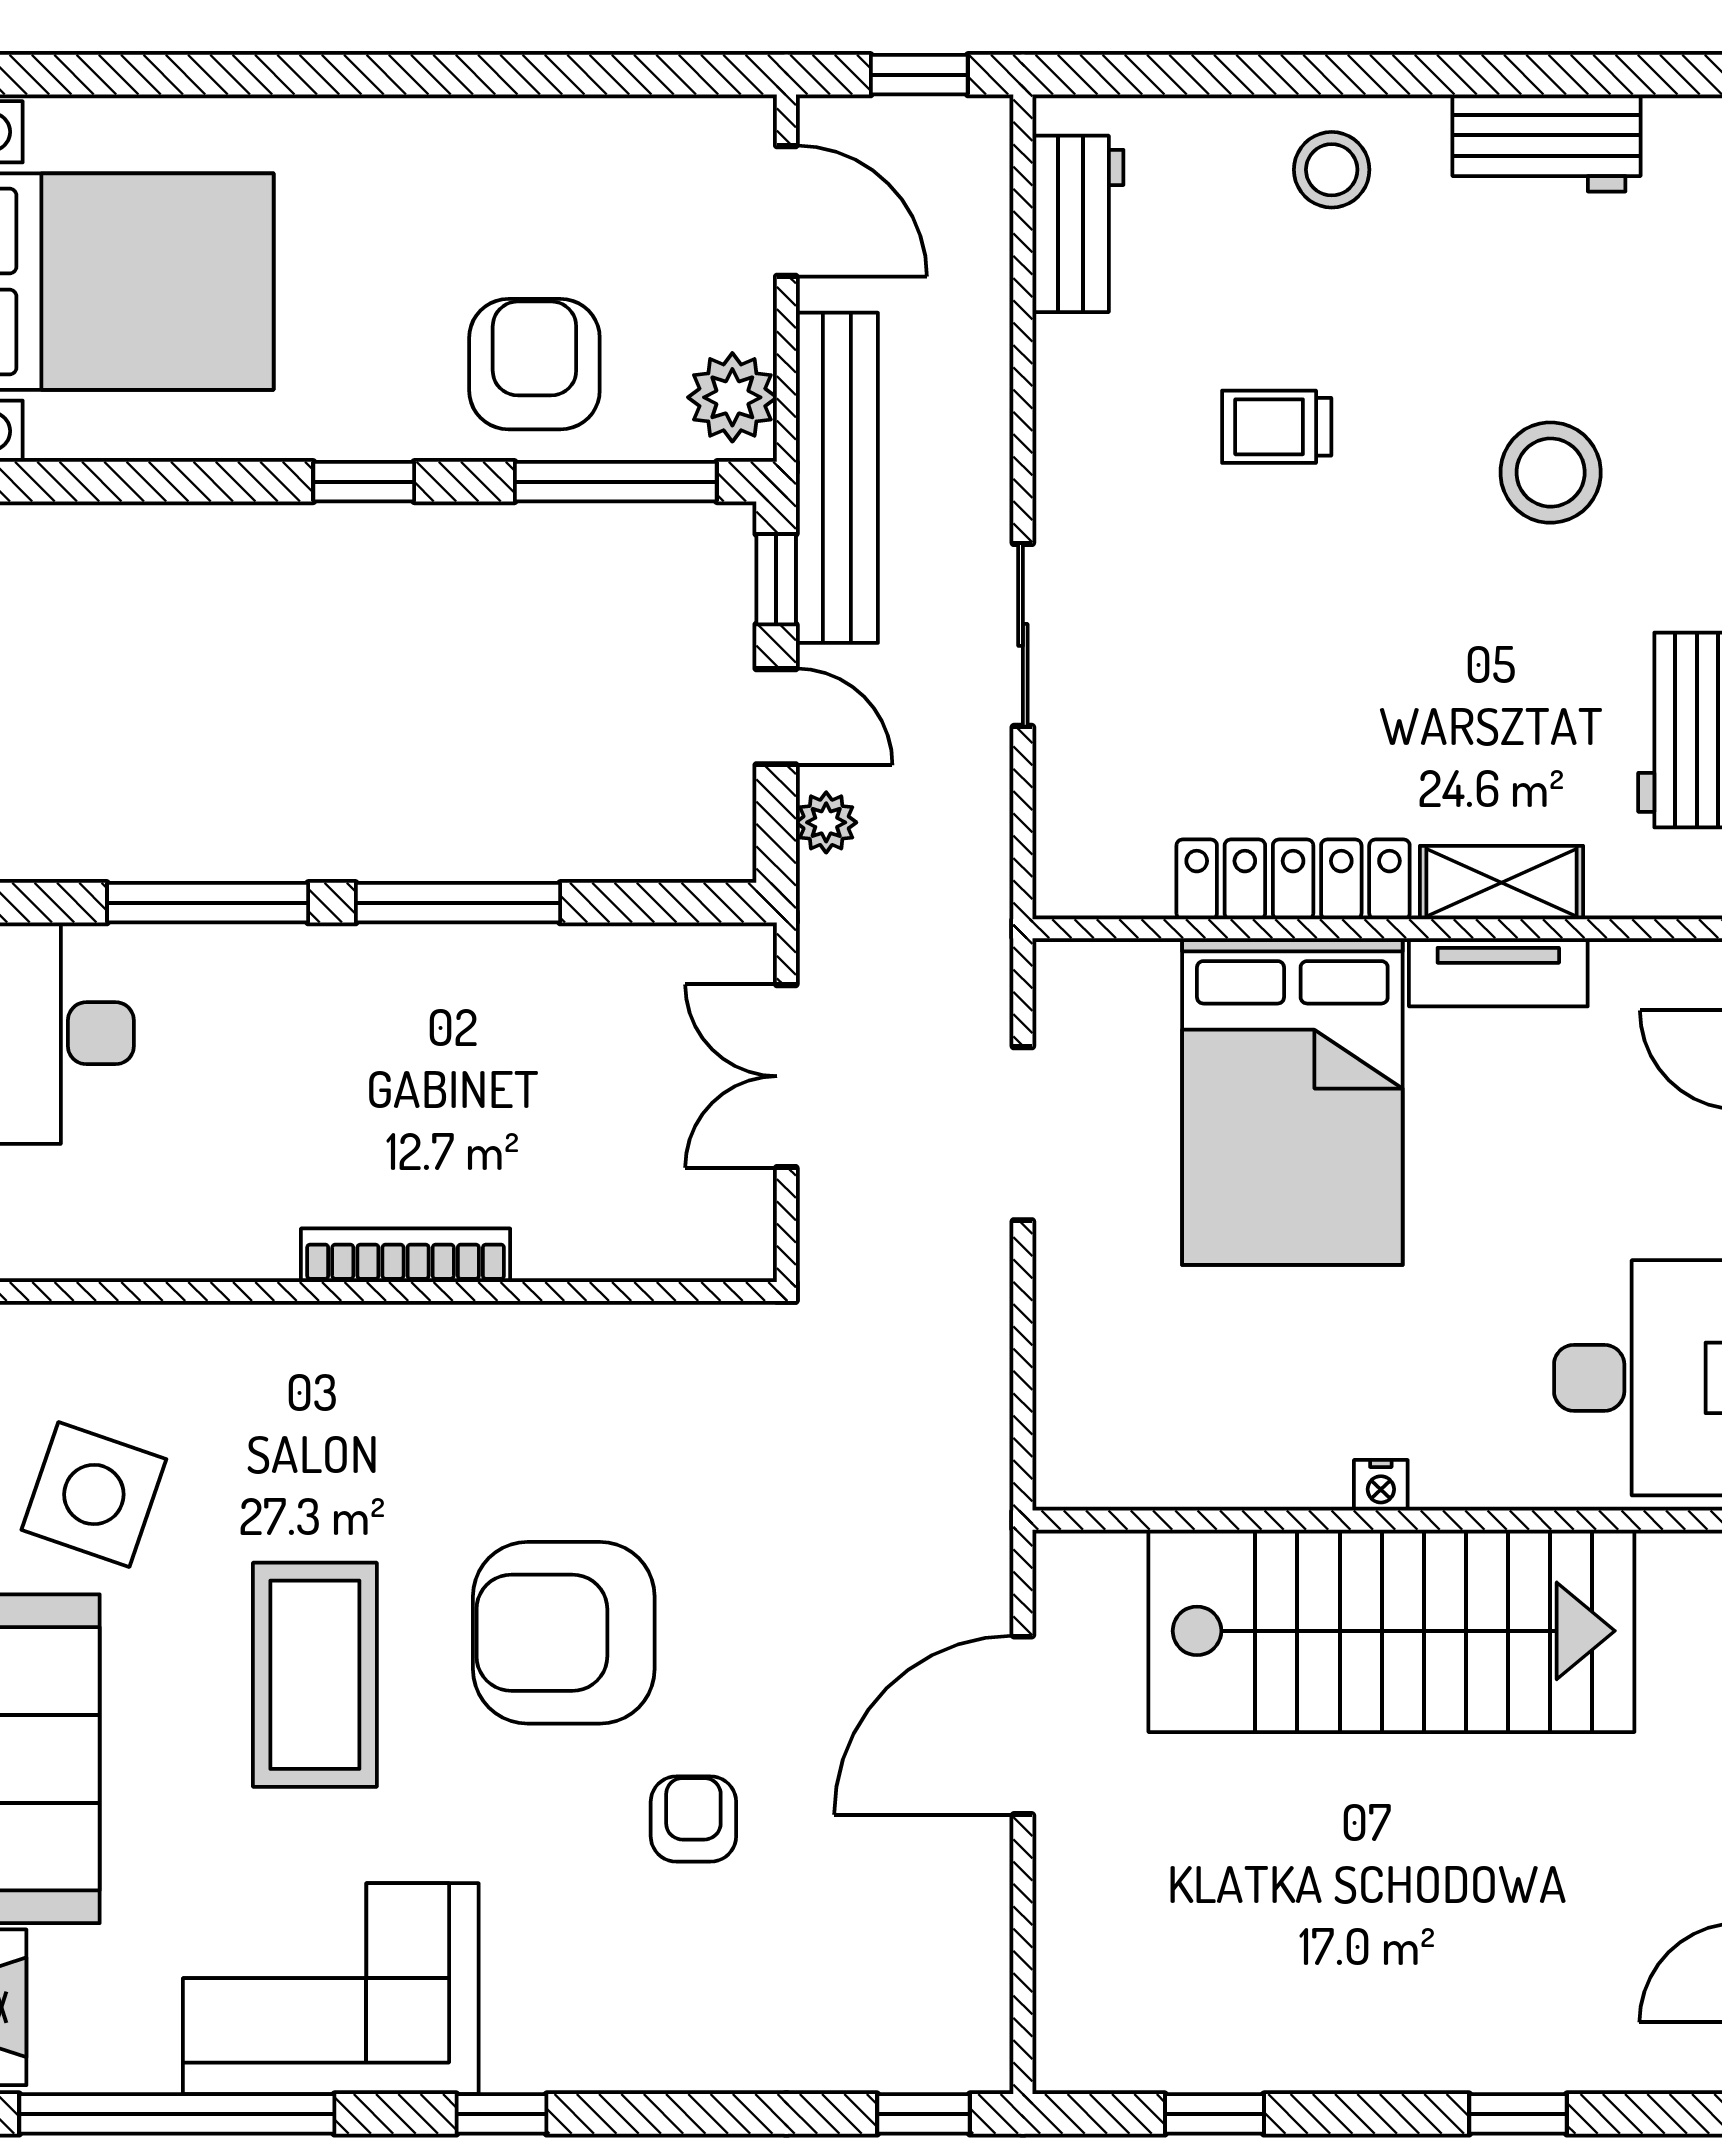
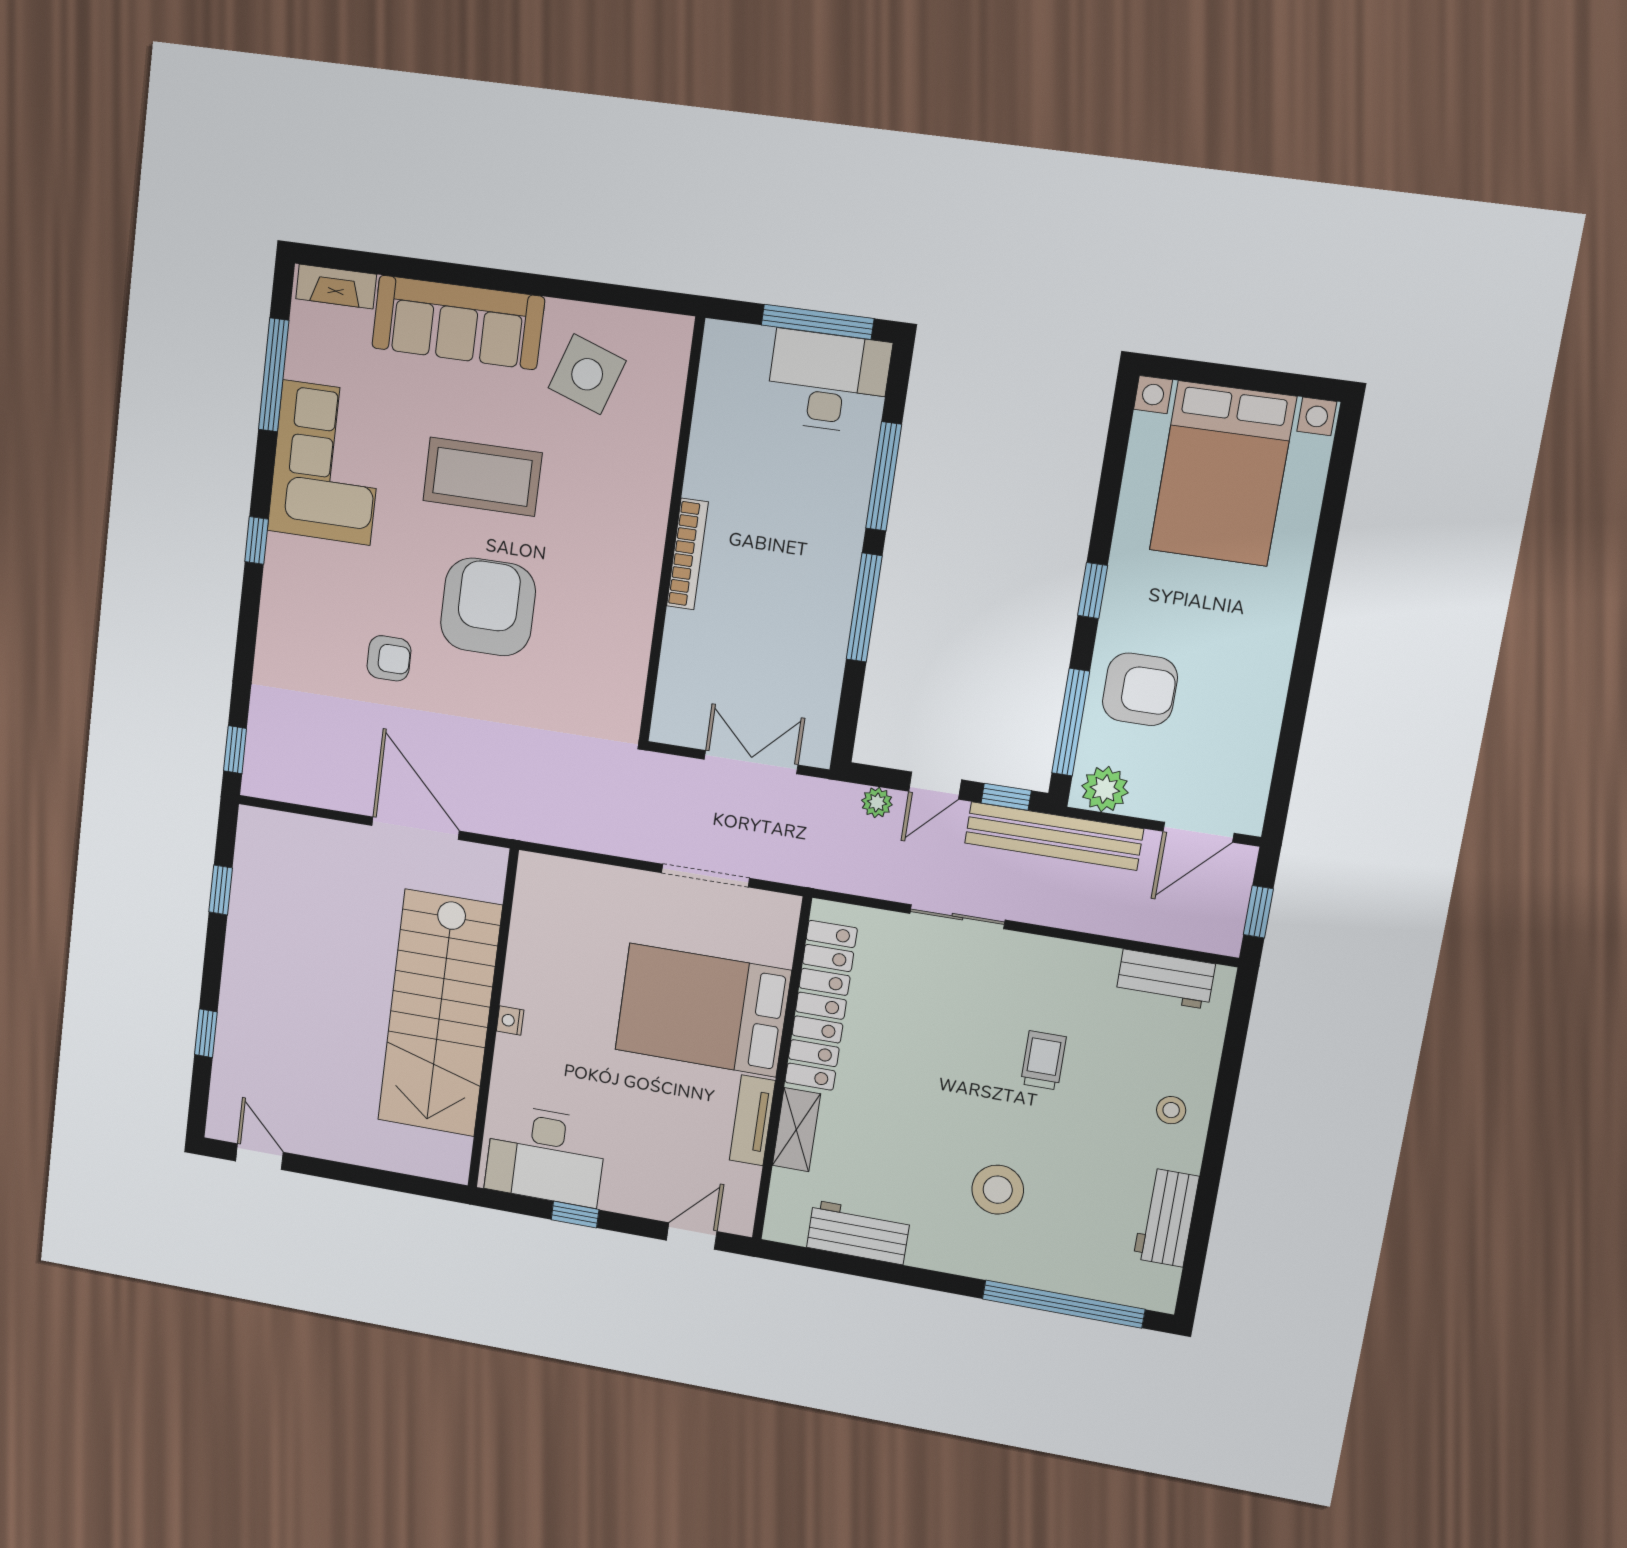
stool: (1332, 170) -> (1171, 1110), width x0.73, depth x0.73
locker: (1293, 879) -> (821, 1006), width x1.41, depth x1.21
window: (177, 2114) -> (274, 375), width x0.68

